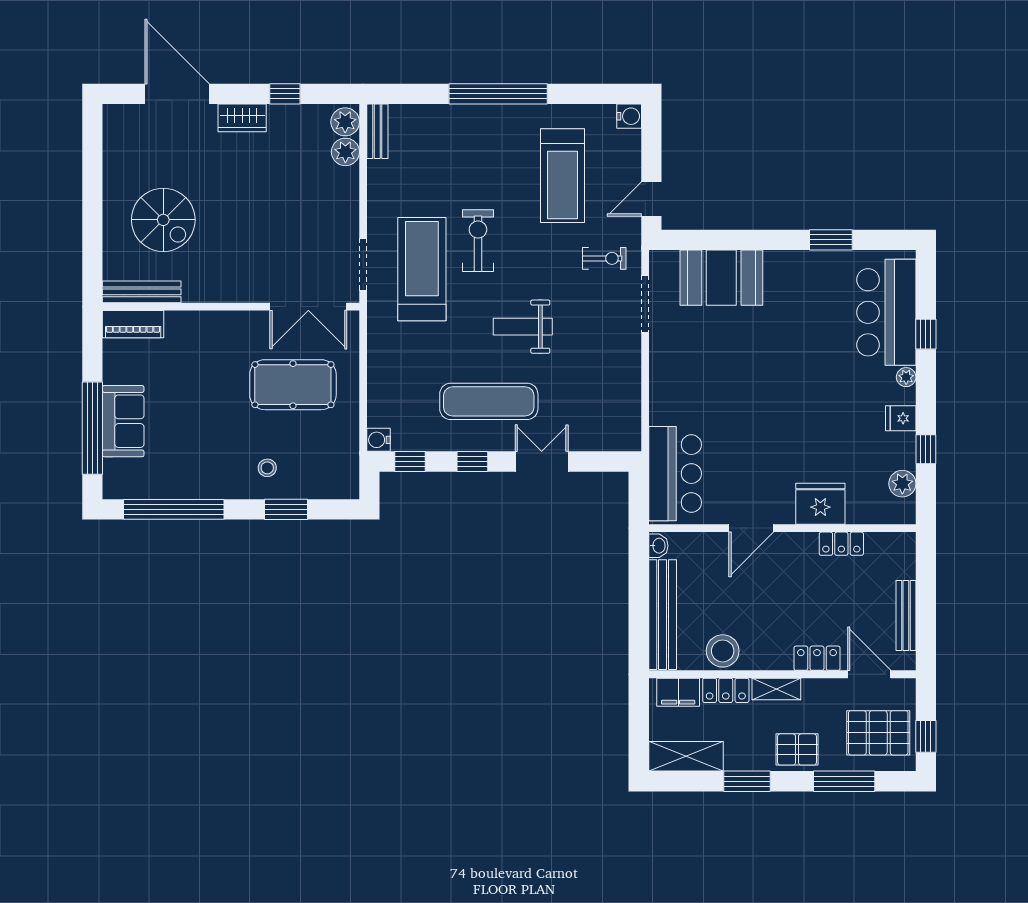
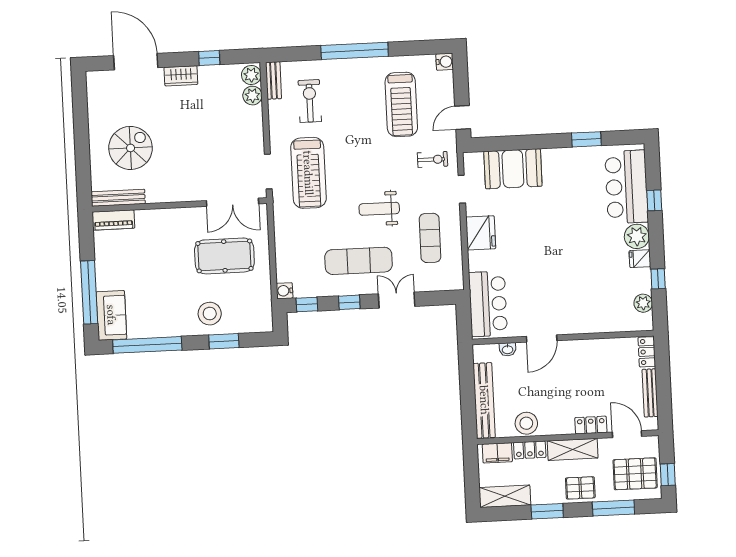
spiral stairs: (163, 220) -> (131, 148), turned -90
exercise bike: (478, 241) -> (310, 101), moved
treadmill: (422, 269) -> (308, 173), turned 180
doorway: (645, 304) -> (462, 189), width x0.73
exercise mat: (595, 373) -> (430, 238), added
plant: (906, 377) -> (637, 236), width x1.88, depth x1.88
sofa: (123, 421) -> (111, 315), moved
stool: (267, 468) -> (210, 314), width x1.89, depth x1.89
fridge: (820, 504) -> (481, 233), moved, turned 90
locker: (841, 544) -> (647, 352), moved, turned 90
washbasin: (658, 546) -> (508, 349), moved, turned 90
shelving: (776, 689) -> (573, 449), width x1.50, depth x1.33

